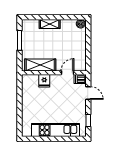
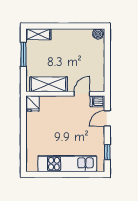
shelving: (50, 24) -> (38, 34), moved
fridge: (44, 81) -> (33, 104), moved
door: (88, 93) -> (107, 118), swing flipped

